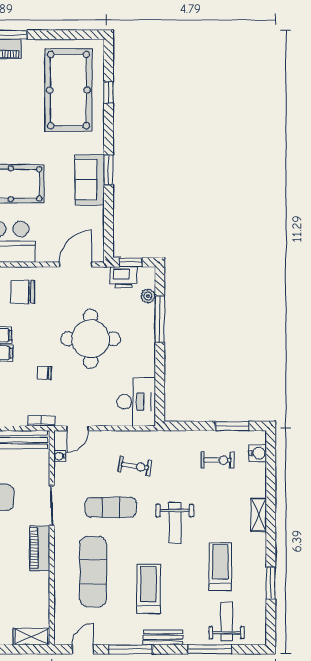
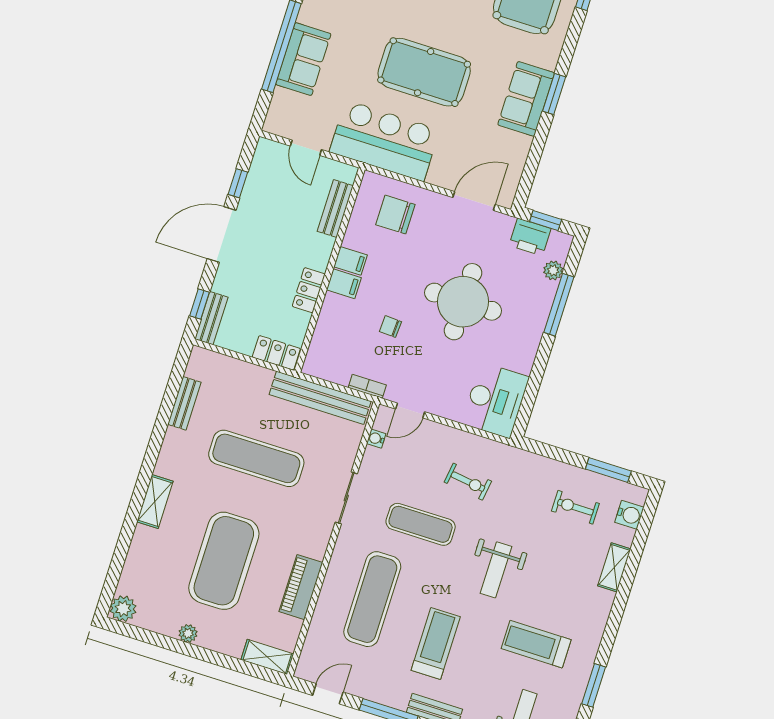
exercise bike: (217, 460) -> (575, 507), turned 180
shelving: (259, 515) -> (614, 567), moved
piano: (39, 548) -> (301, 587), moved
treadmill: (220, 567) -> (536, 644), turned -90

